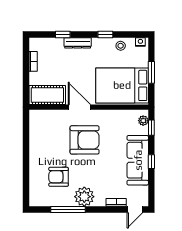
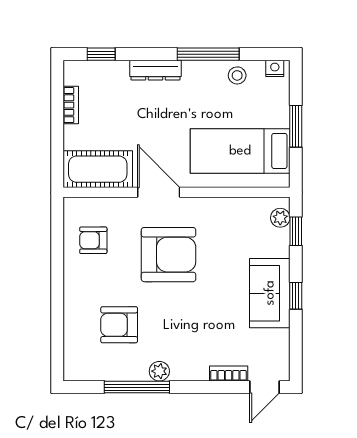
window: (63, 35) -> (101, 54), moved
window: (105, 35) -> (208, 54), width x2.17
bed: (122, 85) -> (240, 151), width x0.67
armchair: (45, 132) -> (93, 240), added
sofa: (138, 160) -> (270, 293), width x0.73
plant: (84, 197) -> (159, 371), width x0.53, depth x0.53

